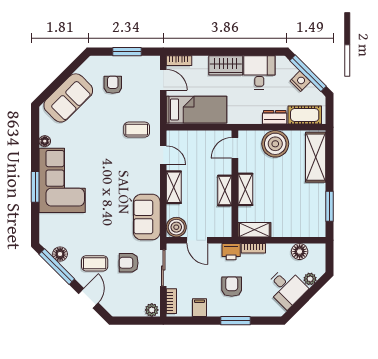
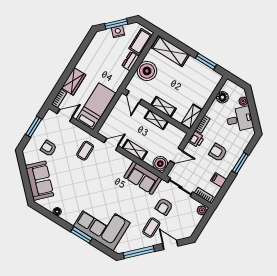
wardrobe: (226, 65) -> (74, 81), moved
desk: (259, 72) -> (97, 53), removed
window: (308, 73) -> (116, 24), width x0.69
corner sofa: (62, 180) -> (102, 225), moved
floor lamp: (60, 254) -> (132, 245), removed

